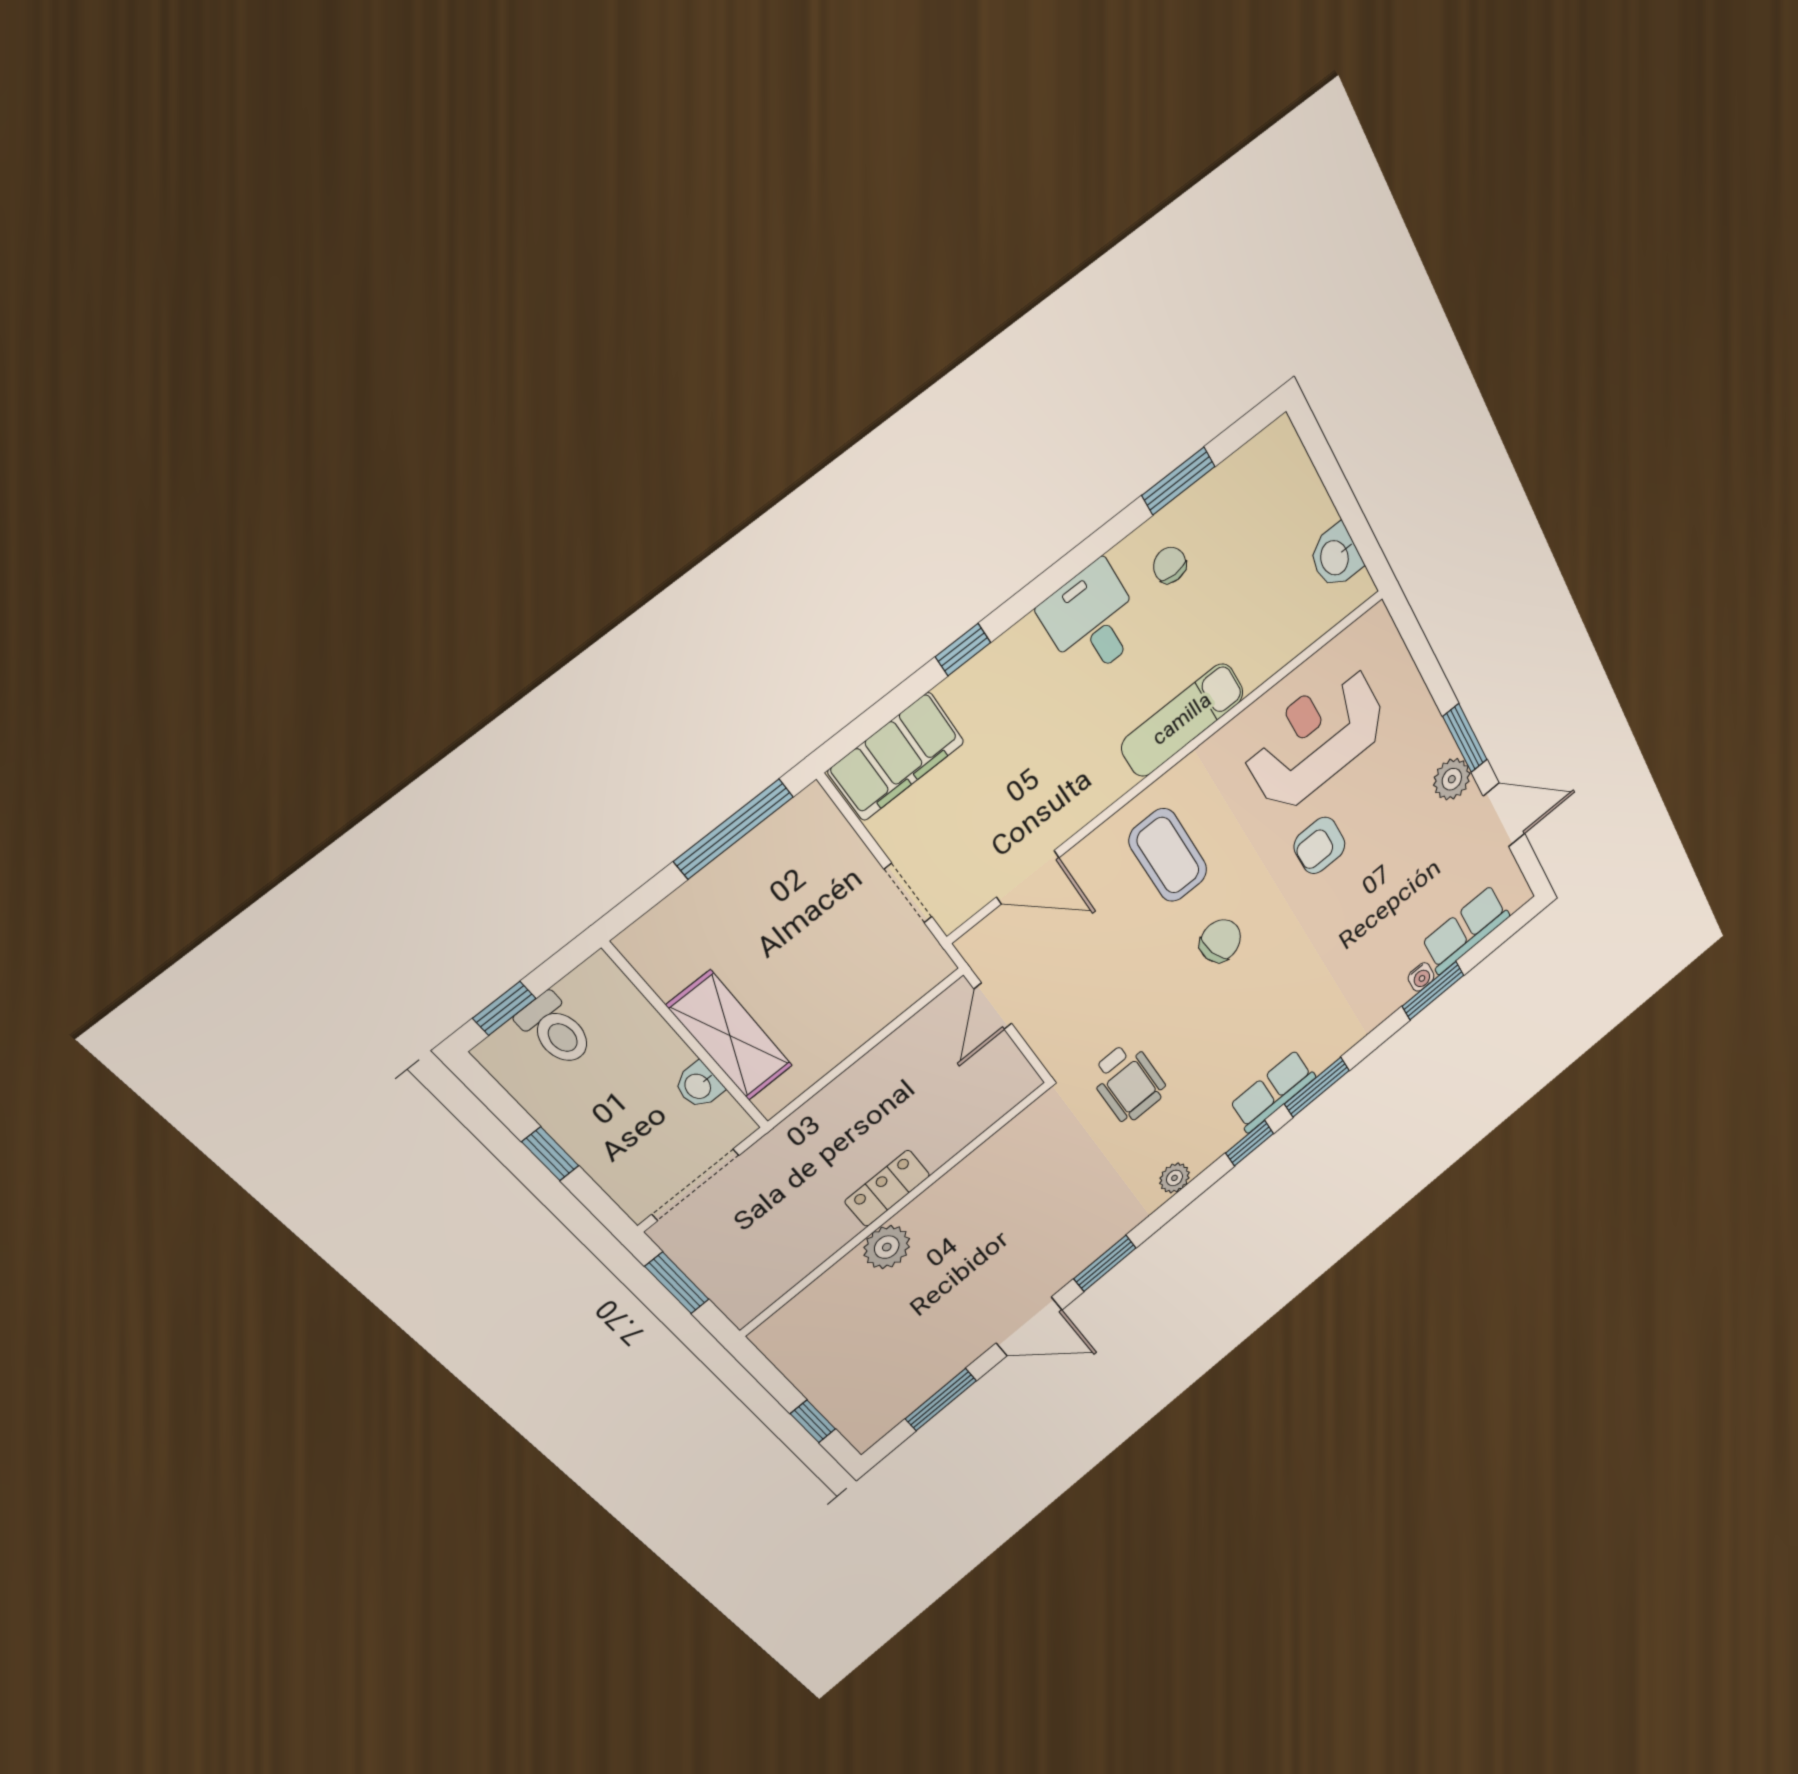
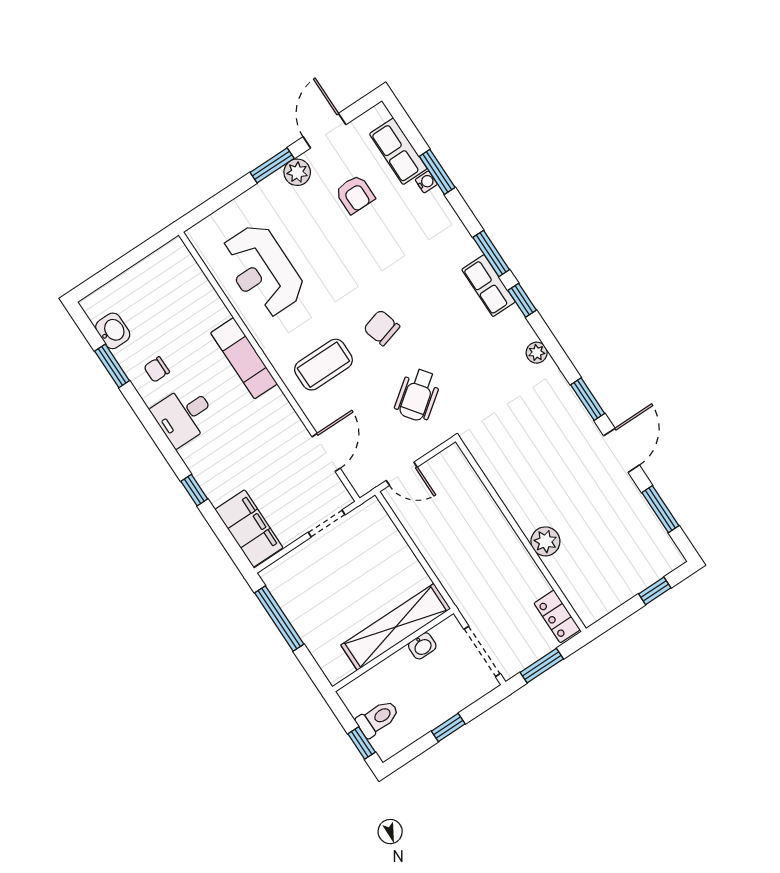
washbasin: (1336, 557) -> (113, 331), moved, turned -90
armchair: (1319, 845) -> (355, 194), moved
shelving: (730, 1036) -> (396, 627), width x1.47
wheelchair: (1128, 1082) -> (418, 395), moved, turned 143
locker: (887, 1188) -> (557, 616), moved

